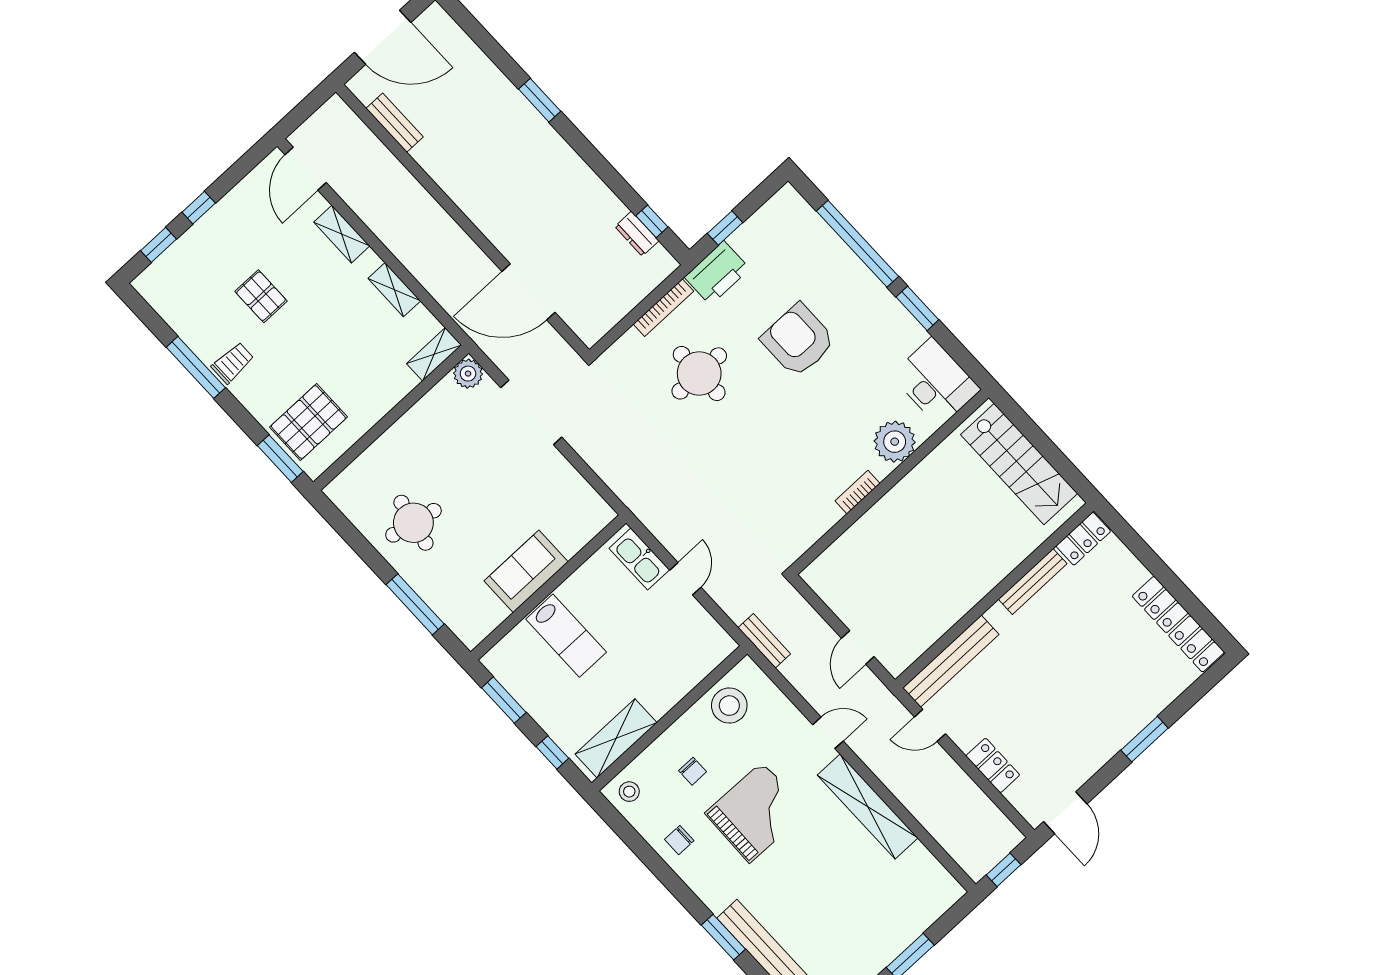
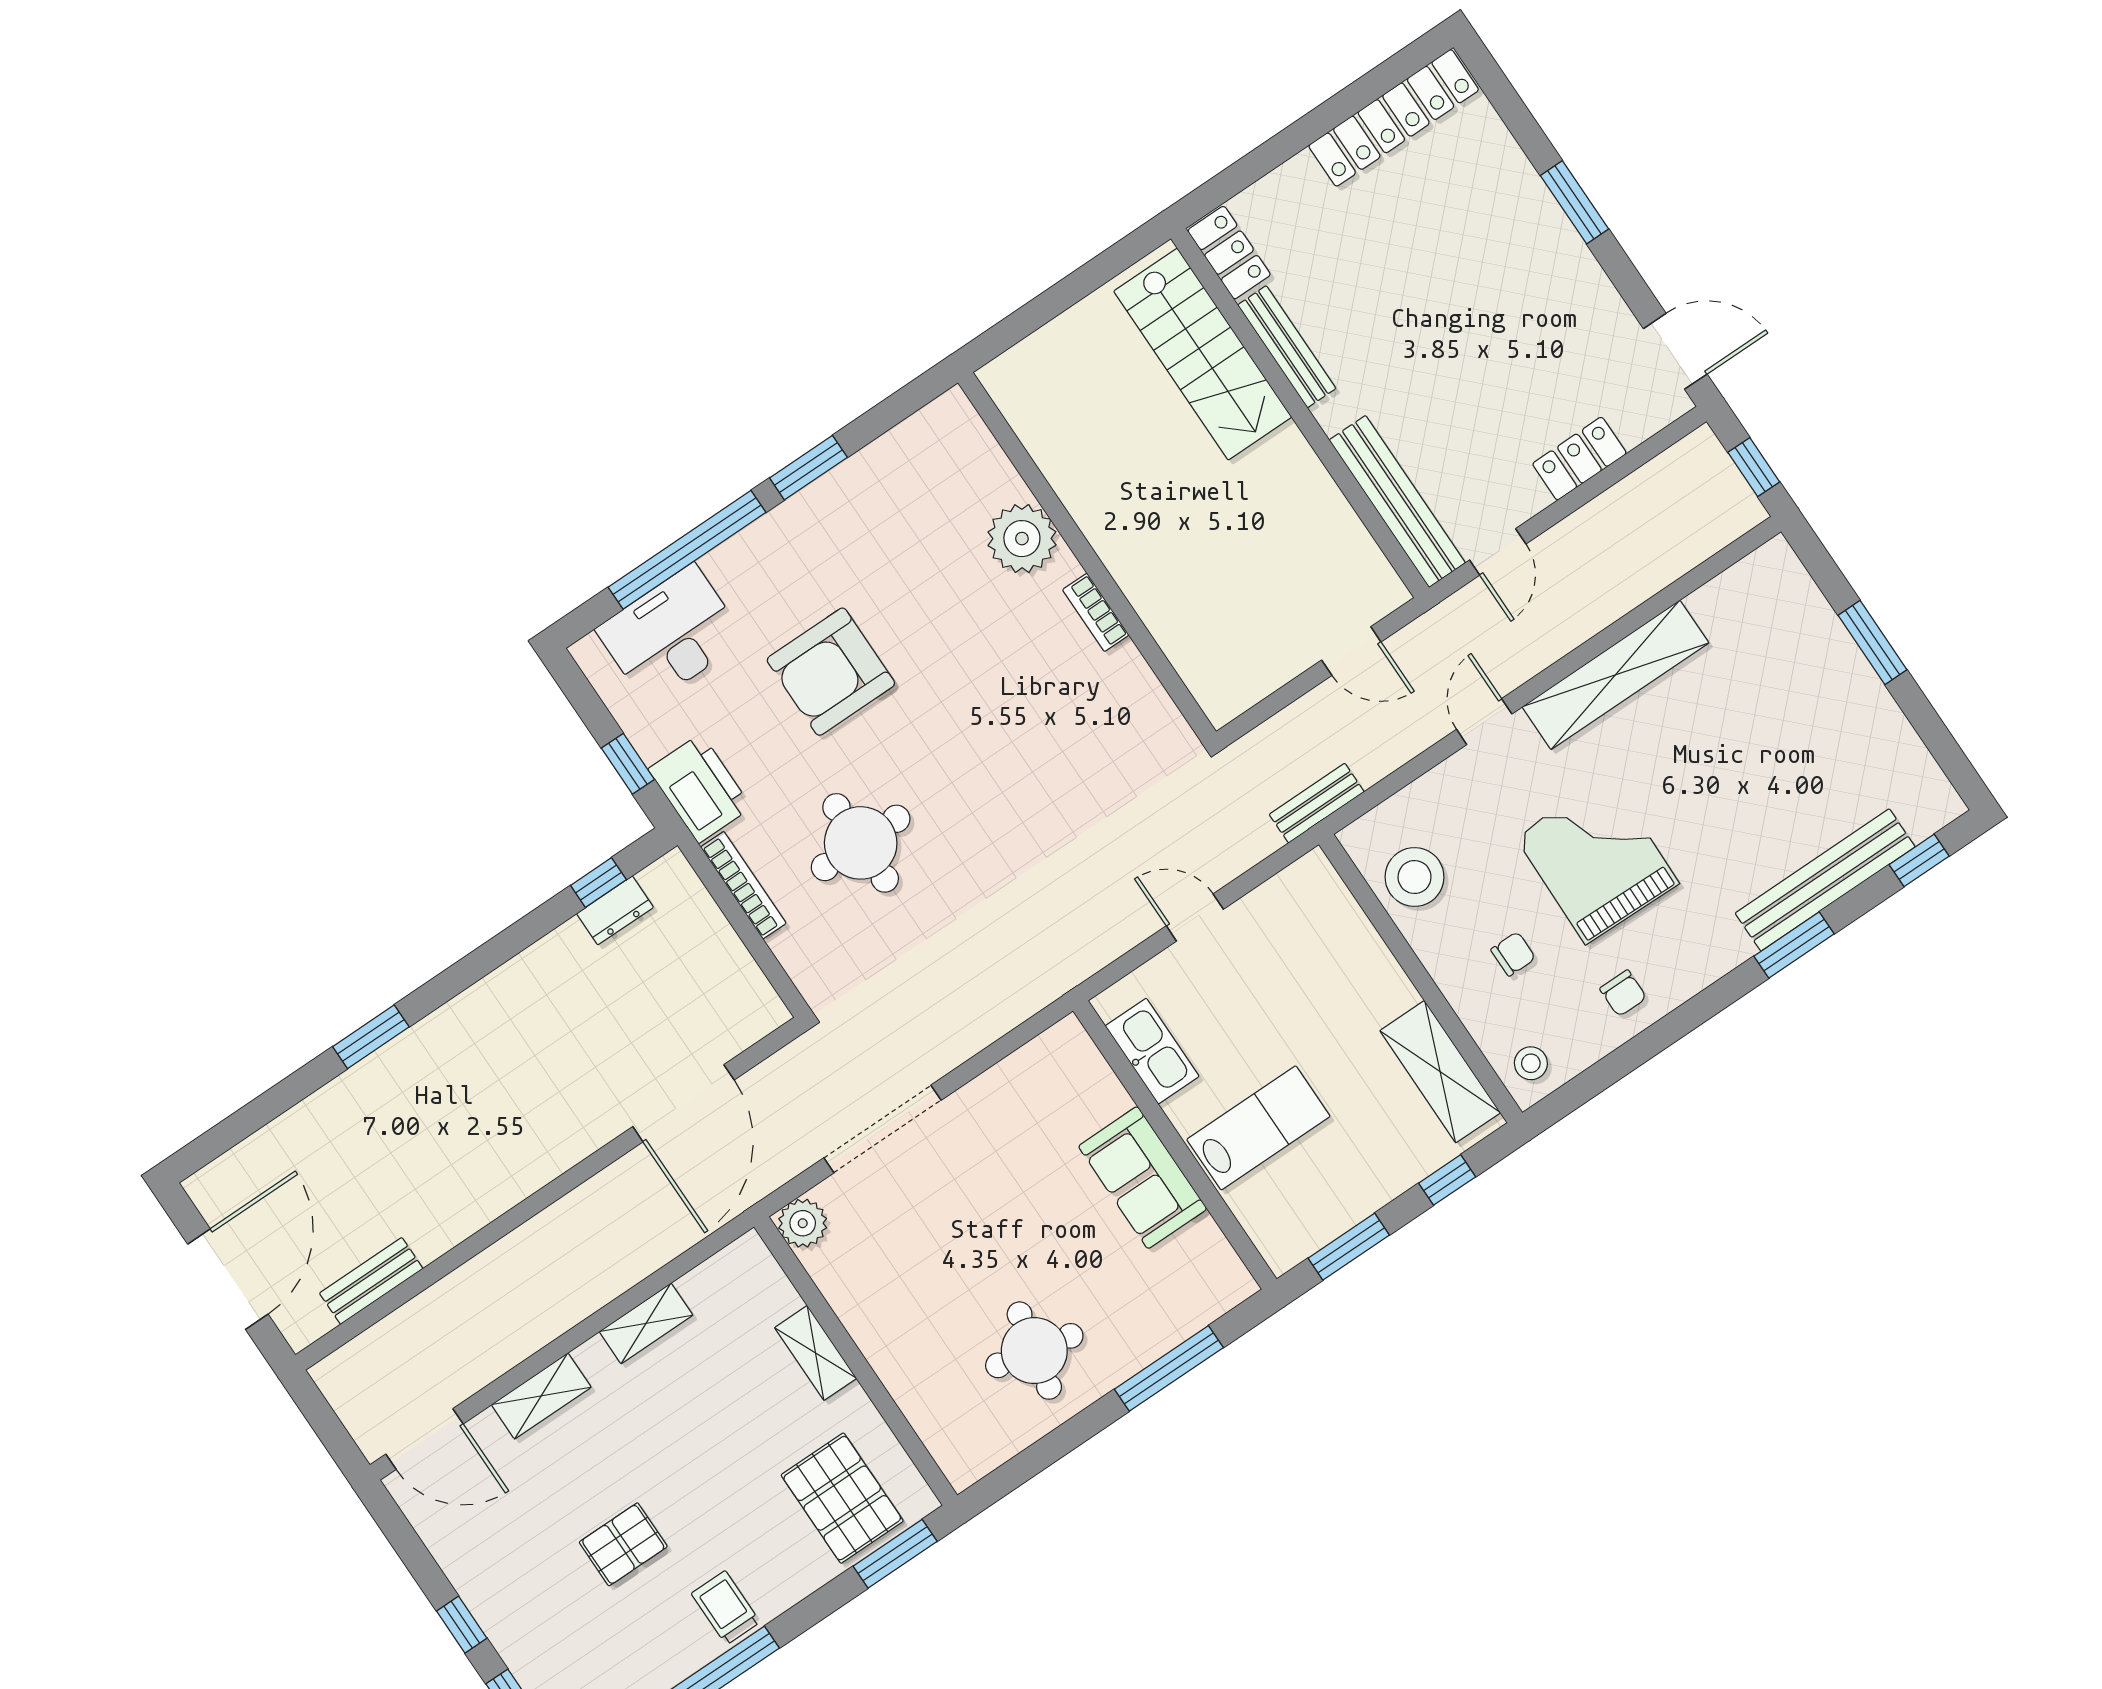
shelving: (434, 354) -> (816, 1353), moved
desk: (936, 382) -> (671, 635), moved
stairs: (1019, 464) -> (1203, 354), moved, turned 90
kitchen sink: (639, 559) -> (1152, 1051), moved, turned -90

